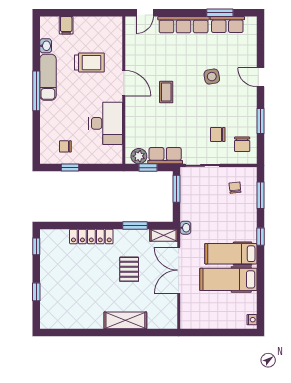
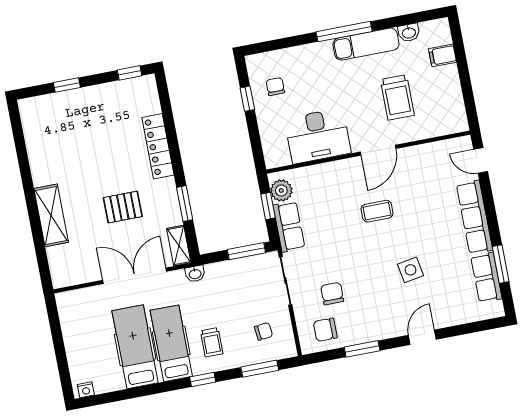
trolley: (236, 225) -> (212, 342), added

